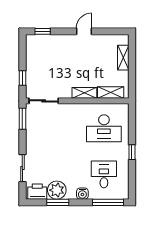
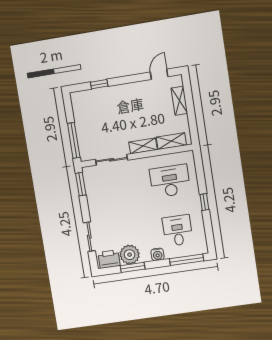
window: (43, 31) -> (99, 84), moved
door: (84, 31) -> (159, 74), moved
window: (22, 78) -> (74, 140), width x2.17
sliding door: (44, 101) -> (112, 160), moved
desk: (104, 128) -> (170, 181), turned 180

